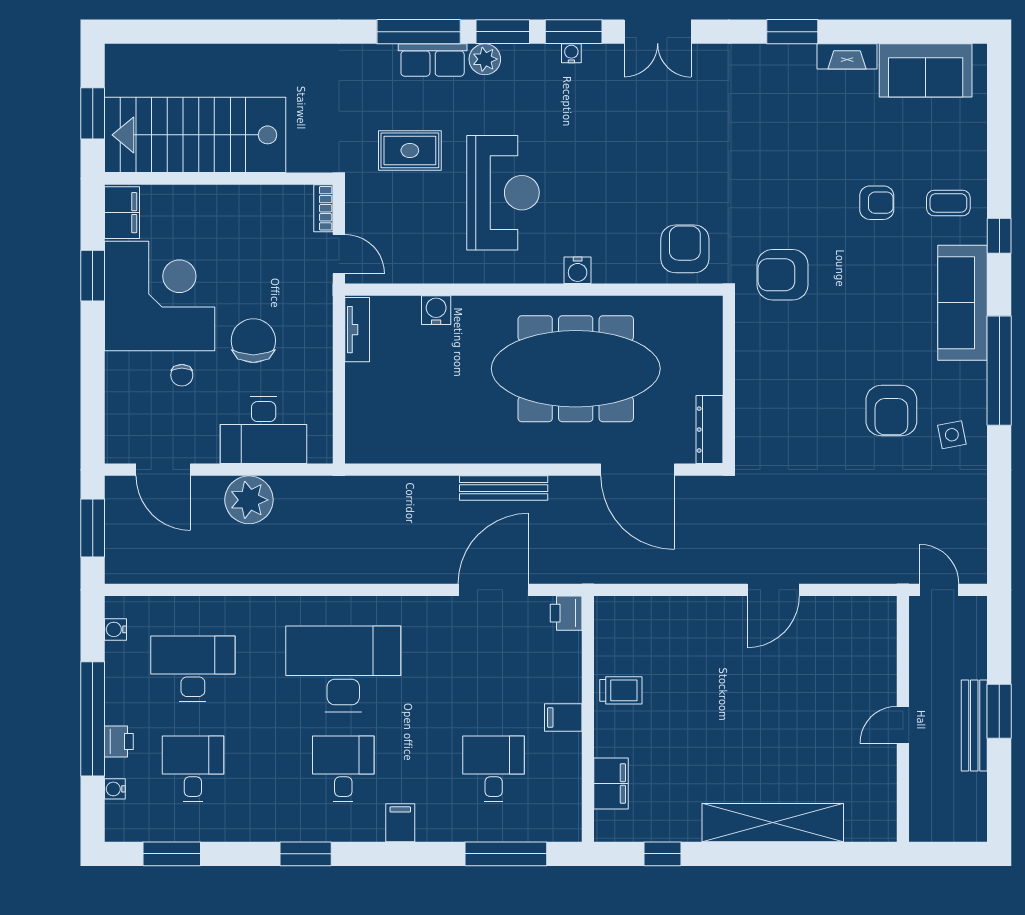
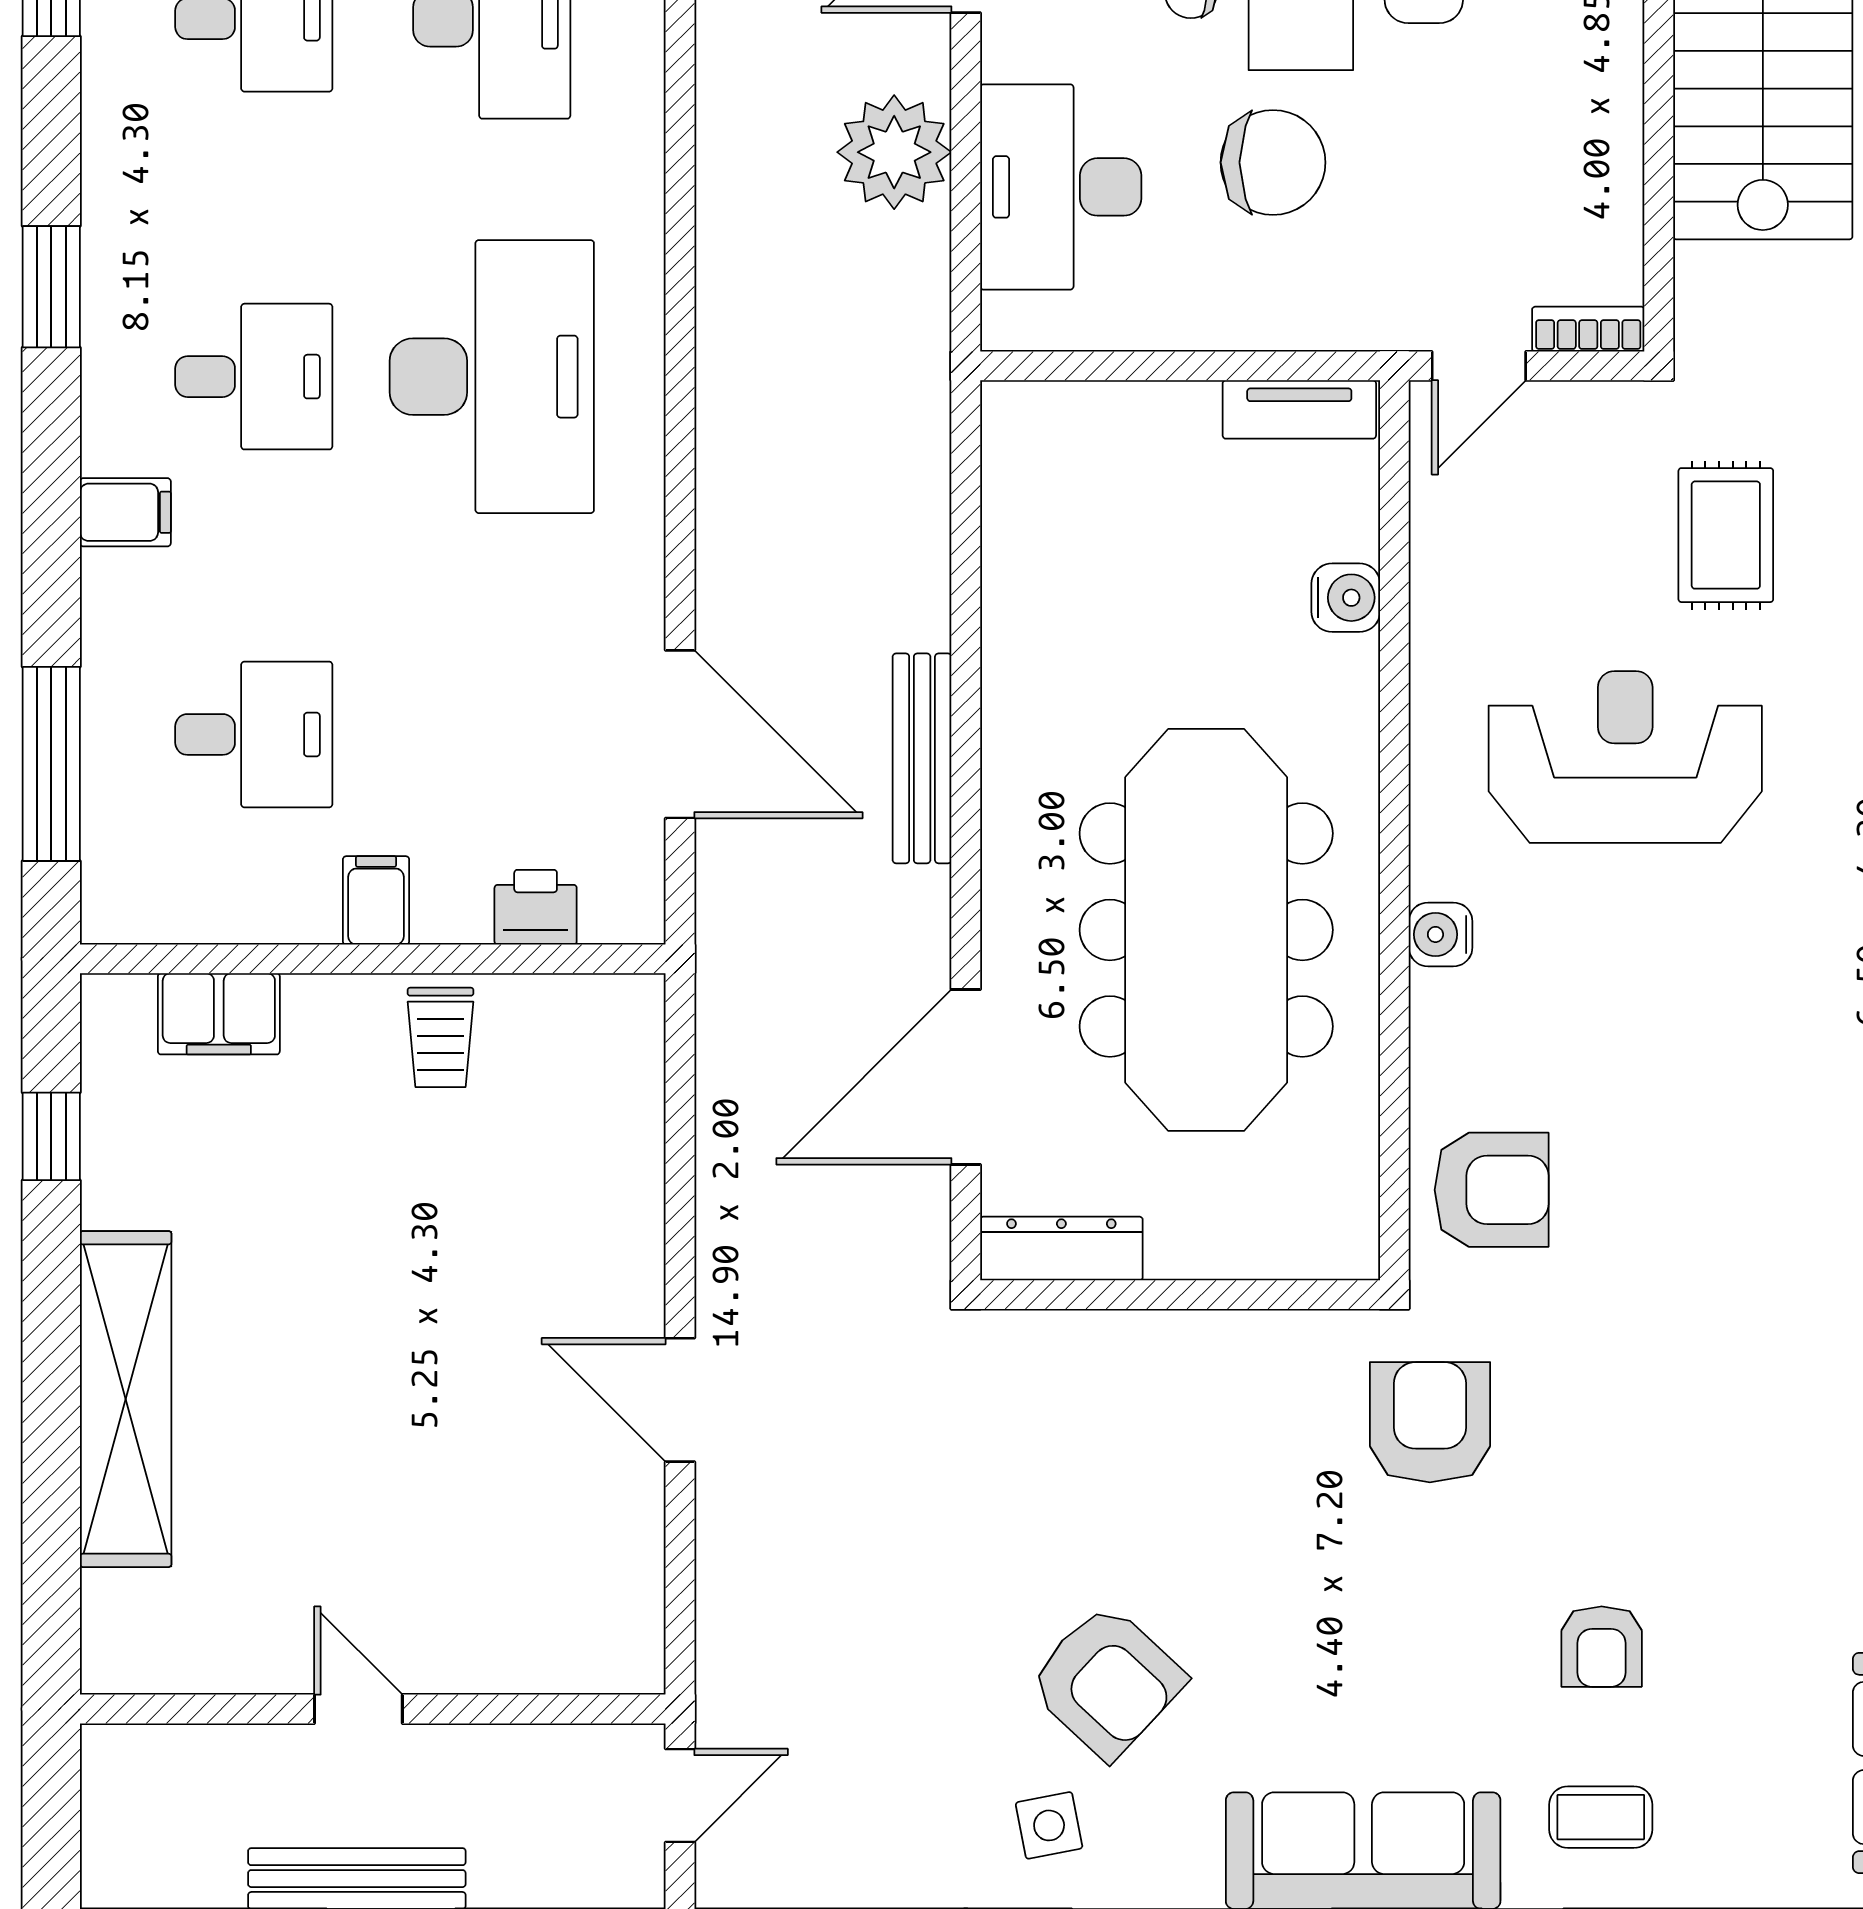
reception desk: (503, 193) -> (1625, 757), turned 180
coffee table: (948, 203) -> (1601, 1817), turned 90
armchair: (891, 411) -> (1107, 1681), turned -137
printer: (566, 613) -> (536, 907), moved

